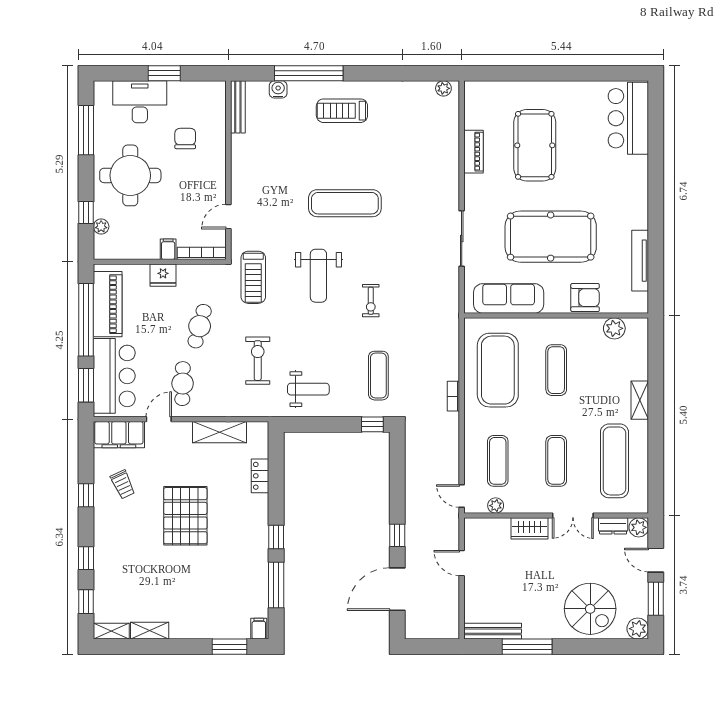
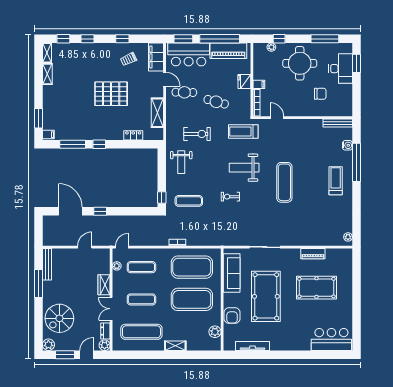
window: (164, 73) -> (356, 63), moved
exercise mat: (556, 370) -> (192, 299), width x2.00, depth x1.45

